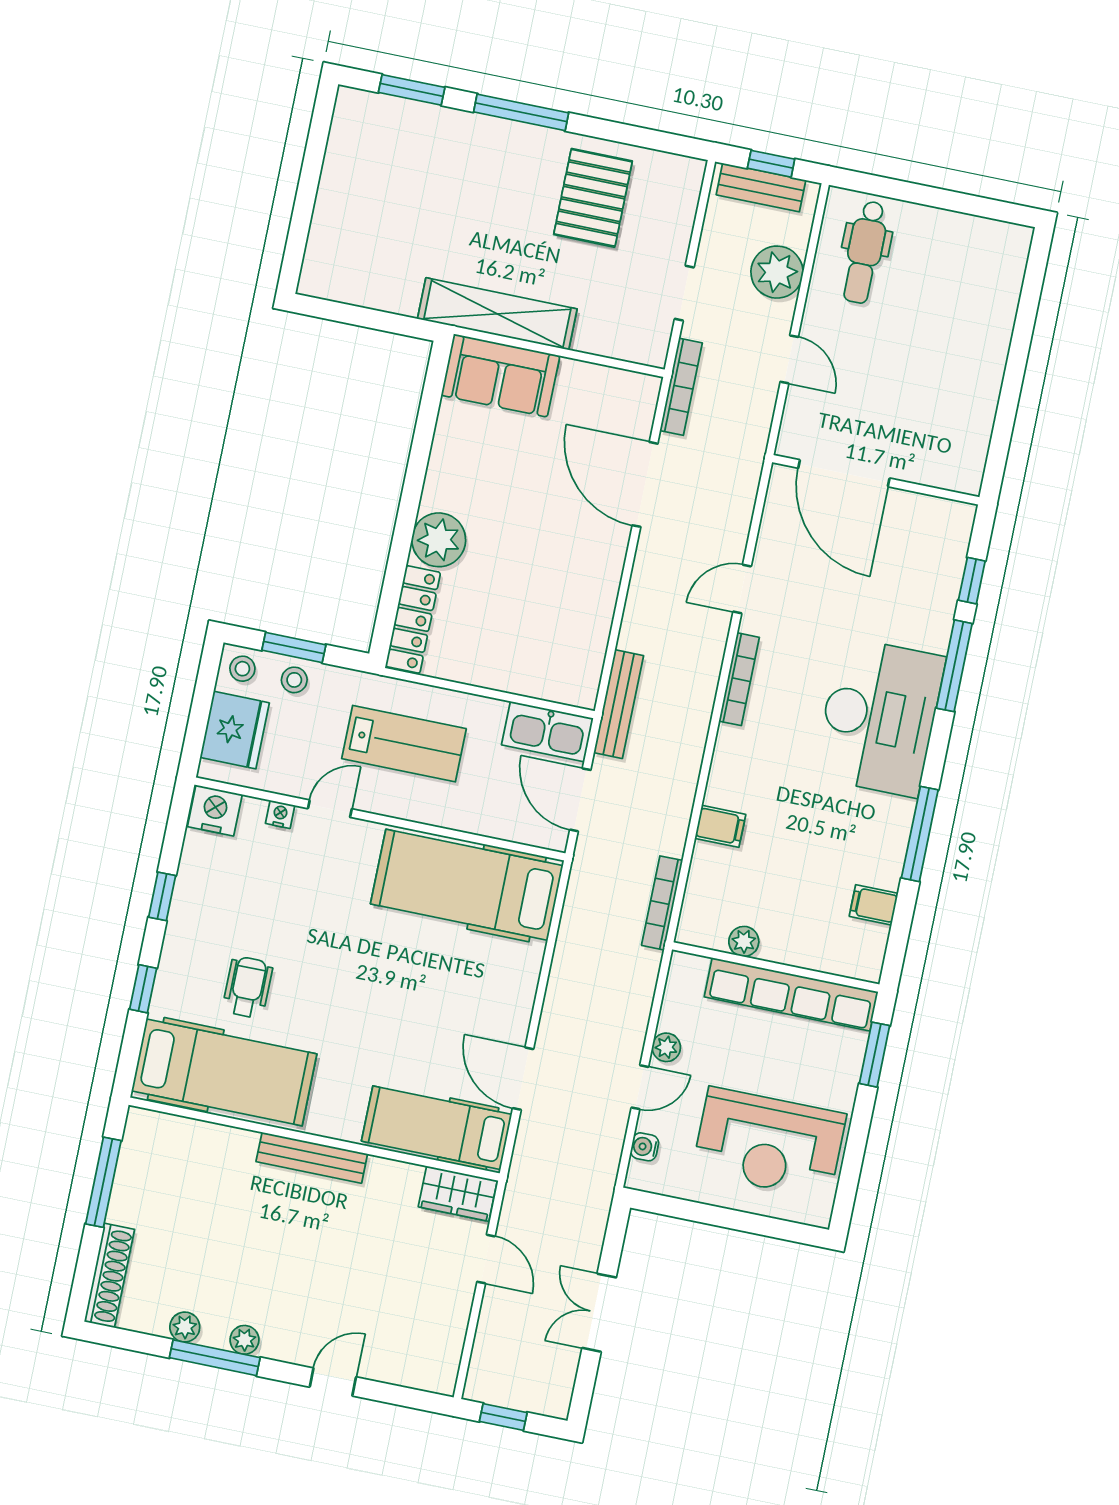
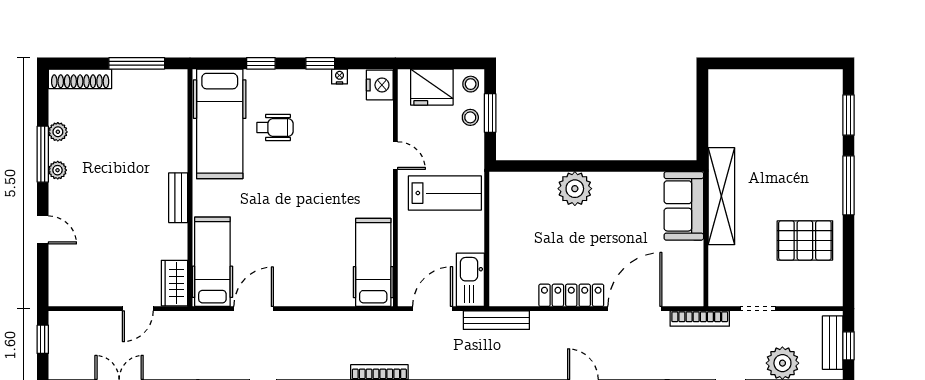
locker: (413, 619) -> (571, 295), moved, turned 180
lab bench: (404, 744) -> (445, 193), turned -90
nightstand: (280, 814) -> (340, 77), moved, turned -90
hospital bed: (467, 885) -> (373, 262), width x0.73, depth x0.78
bench: (312, 1158) -> (178, 198), width x0.73

